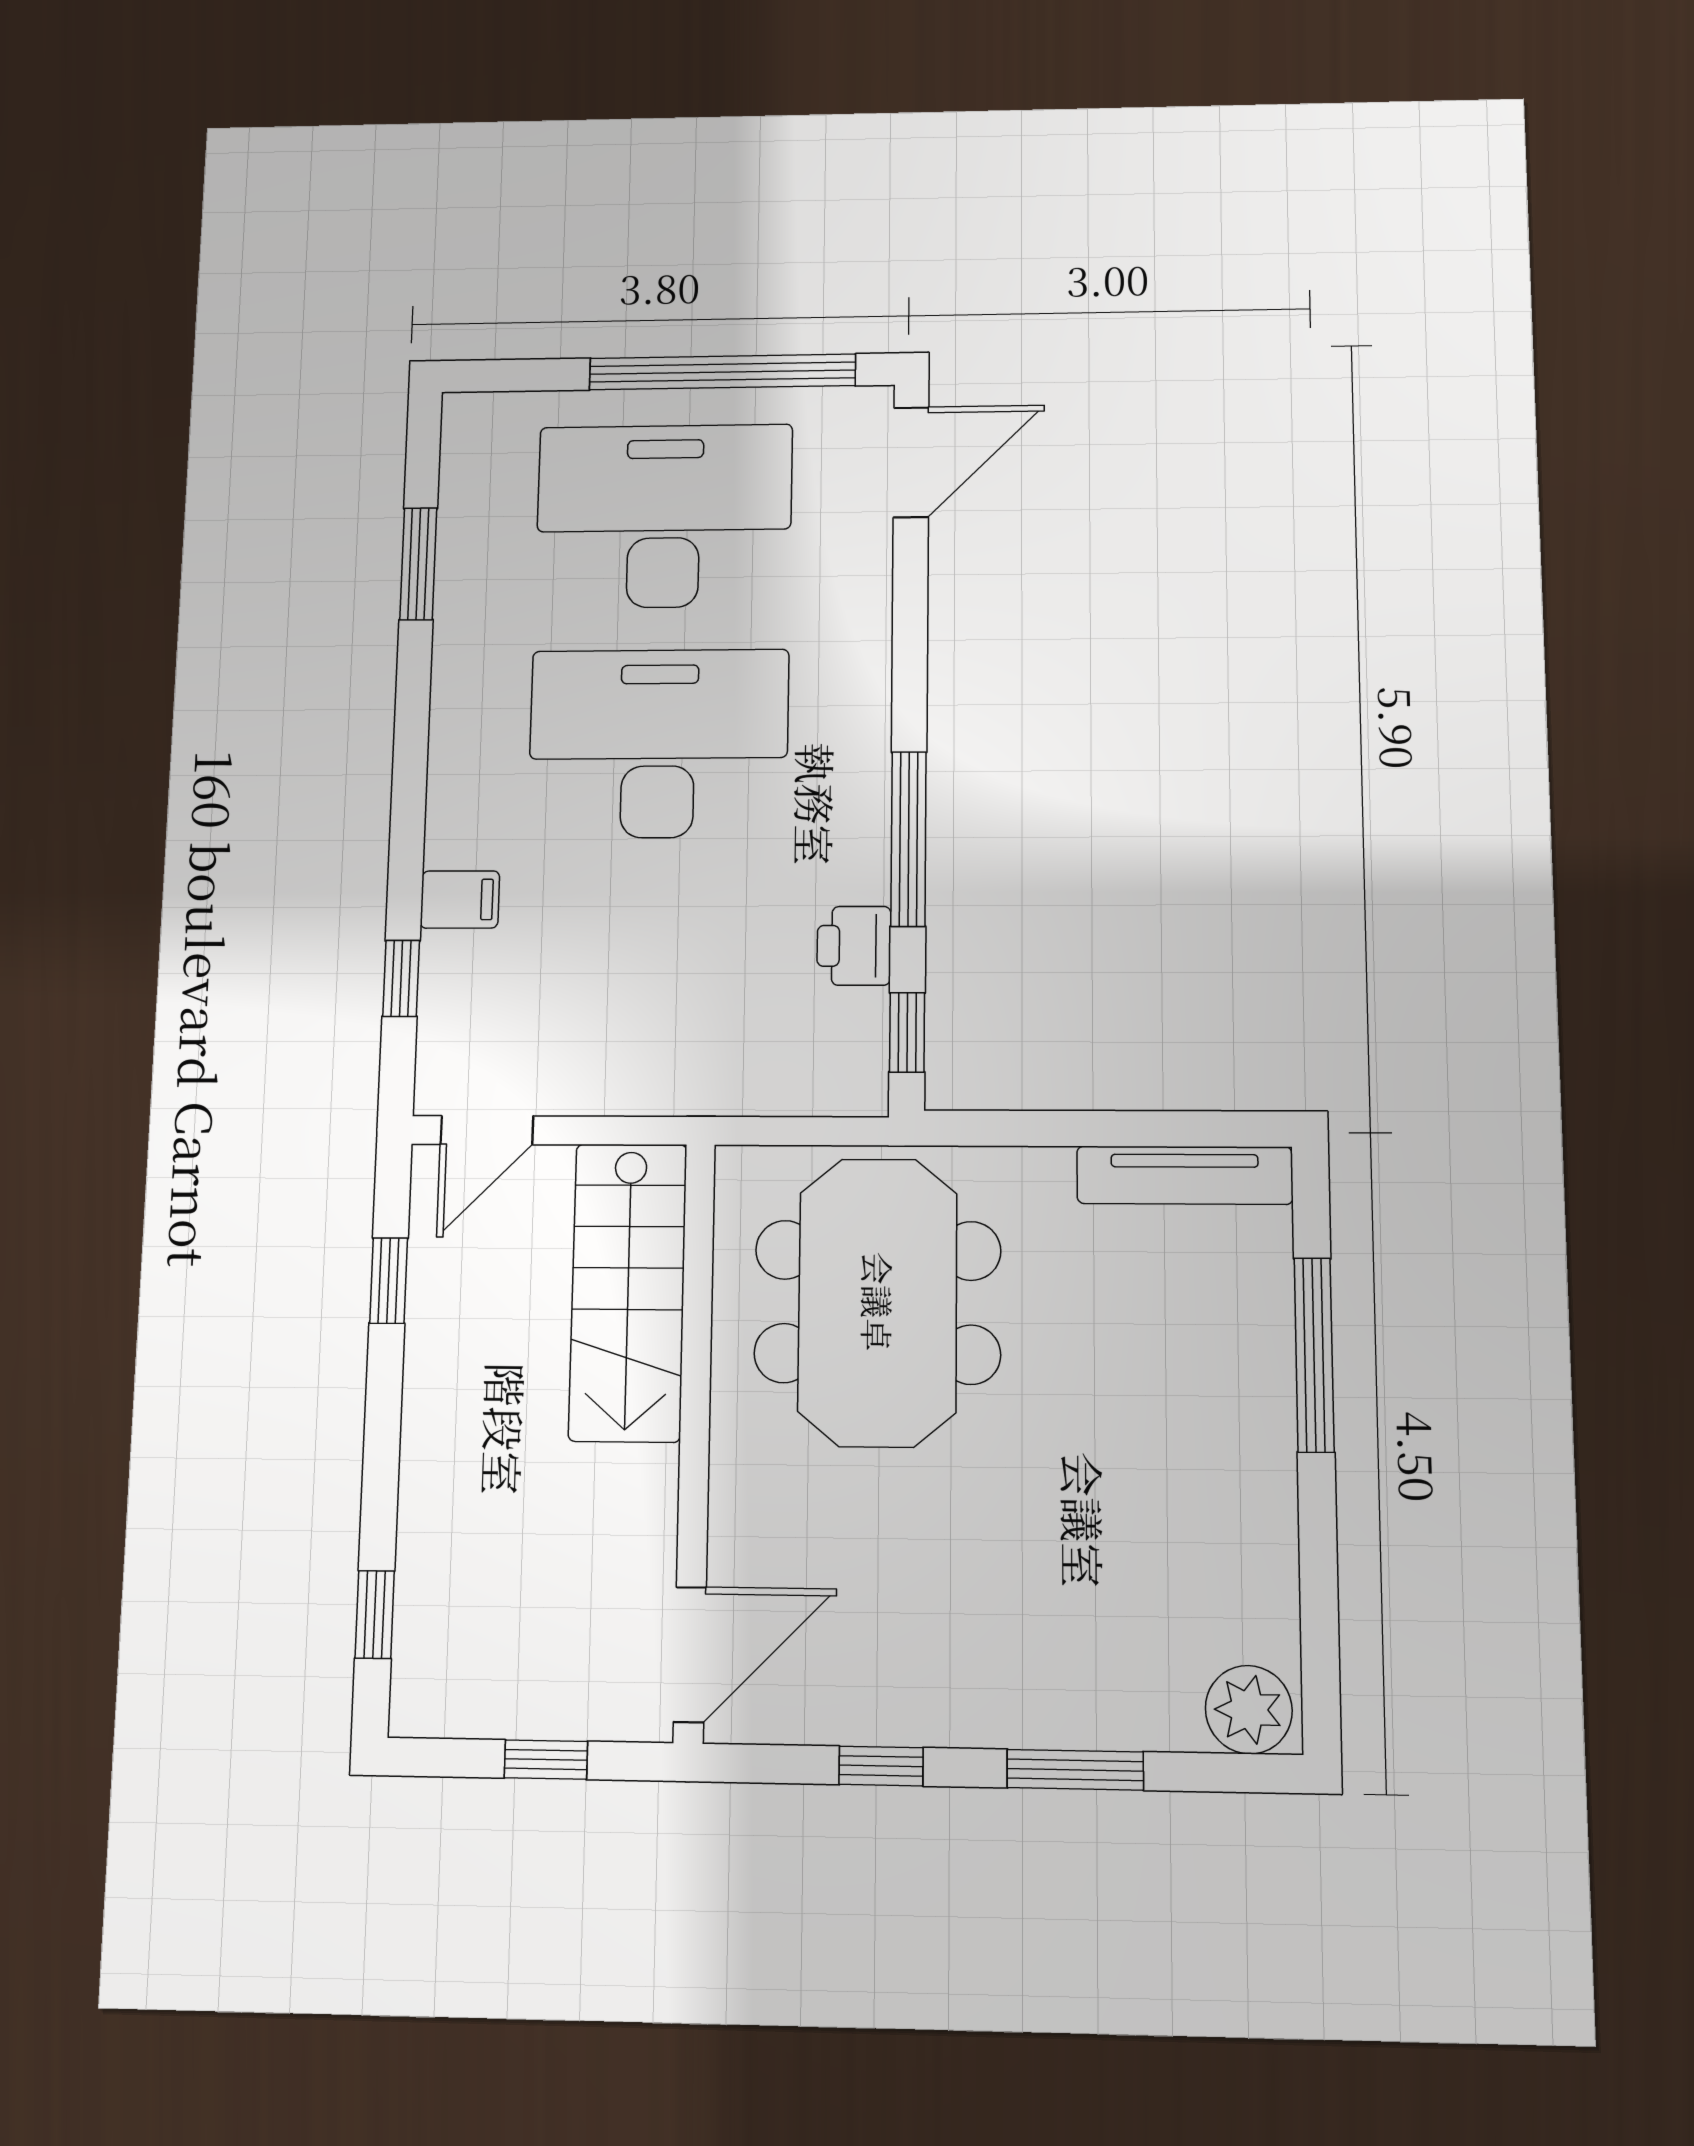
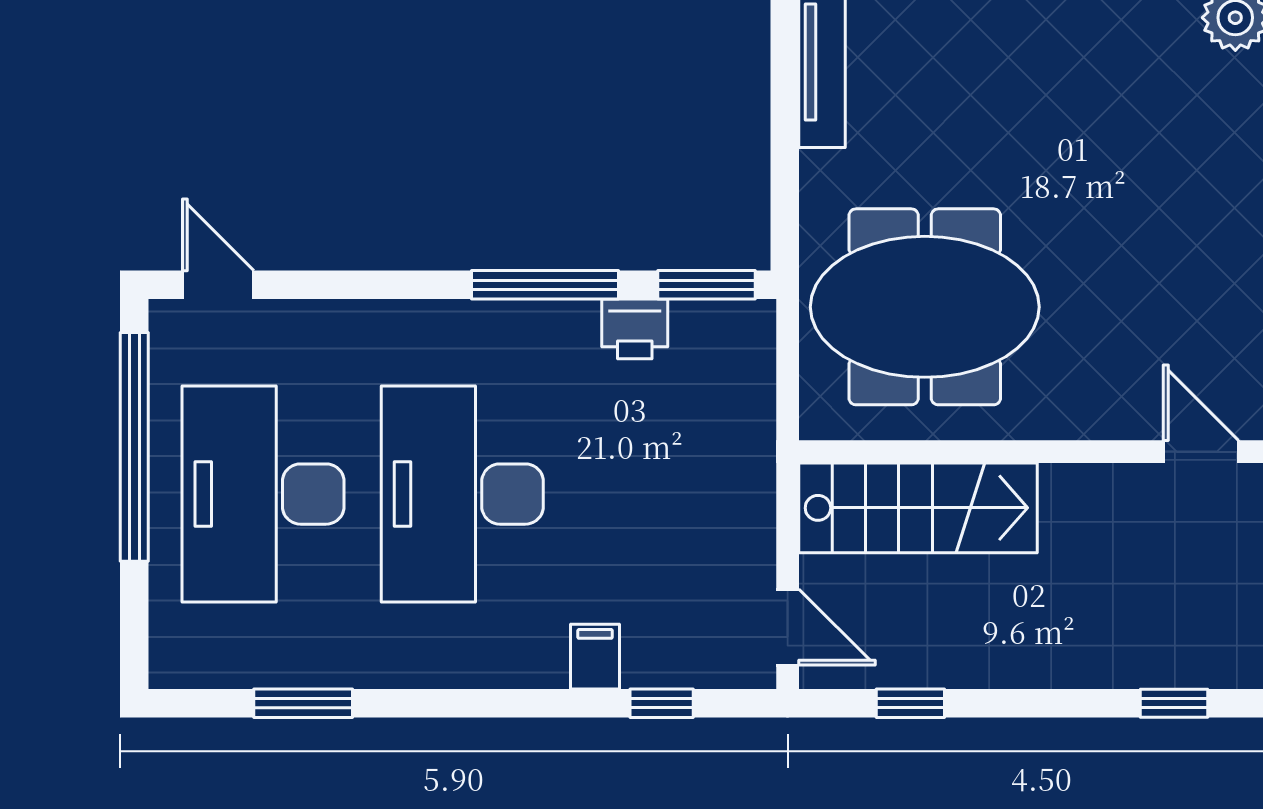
door: (911, 462) -> (218, 285), width x0.73
window: (907, 1032) -> (707, 285), width x1.50
door: (690, 1654) -> (1201, 452), width x0.73

